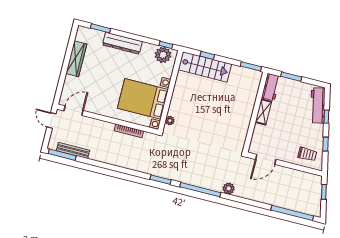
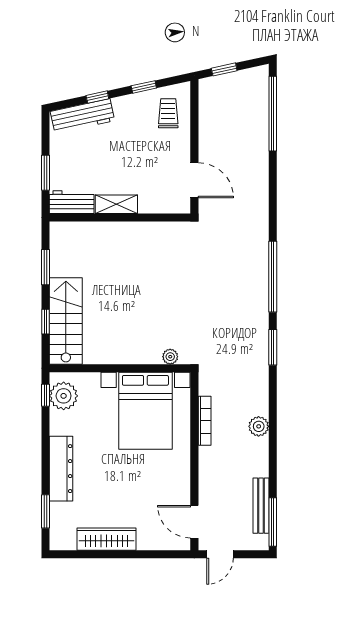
window: (251, 66) -> (46, 267), moved
plant: (229, 188) -> (259, 426), moved

